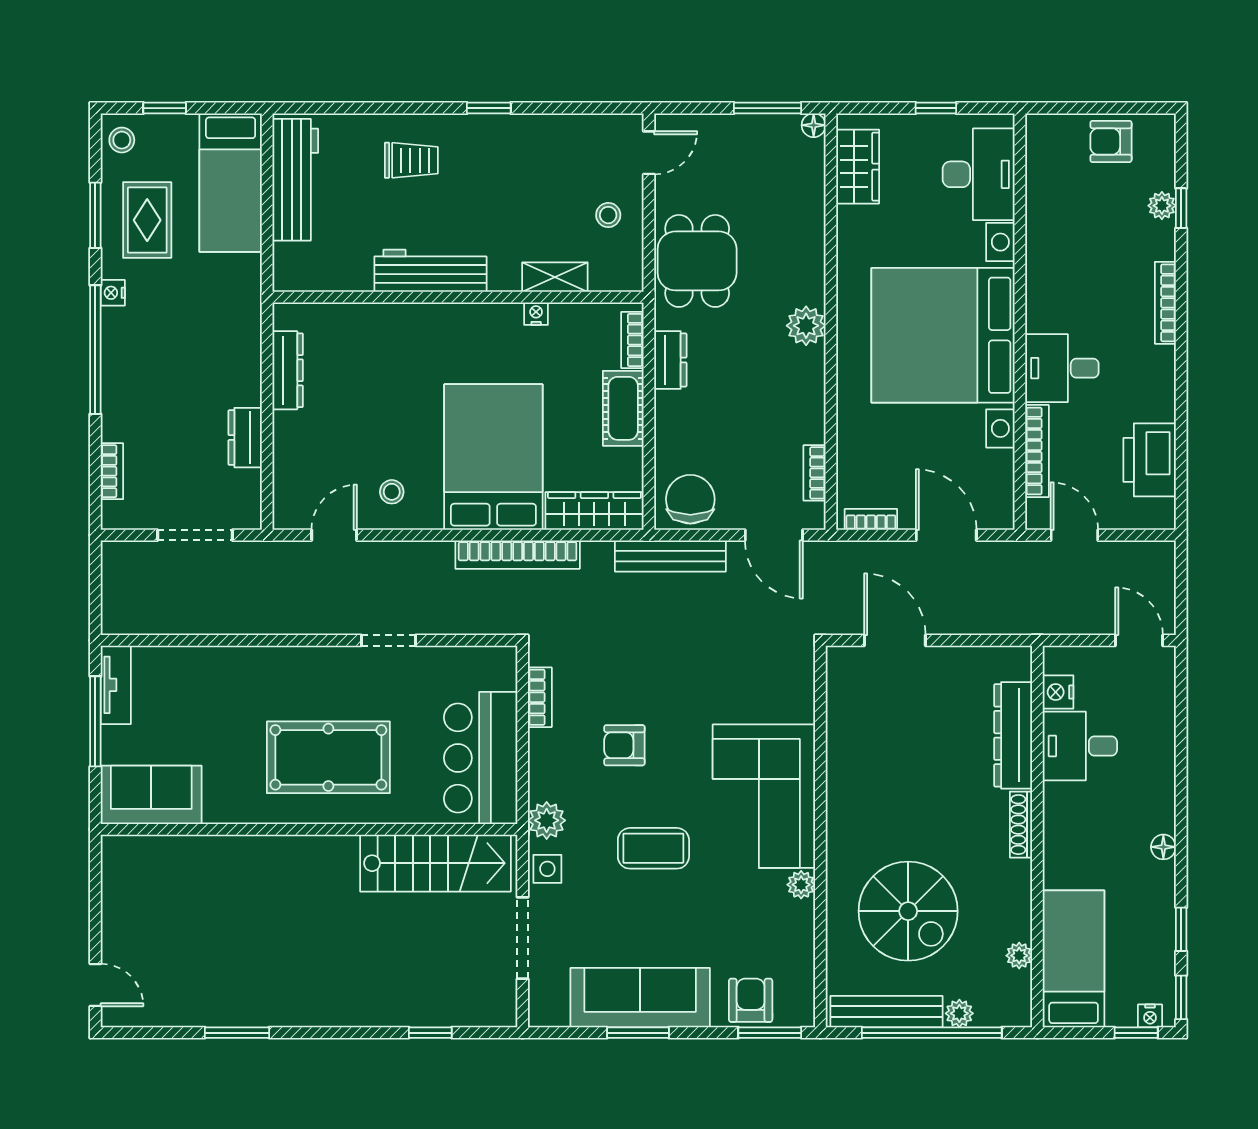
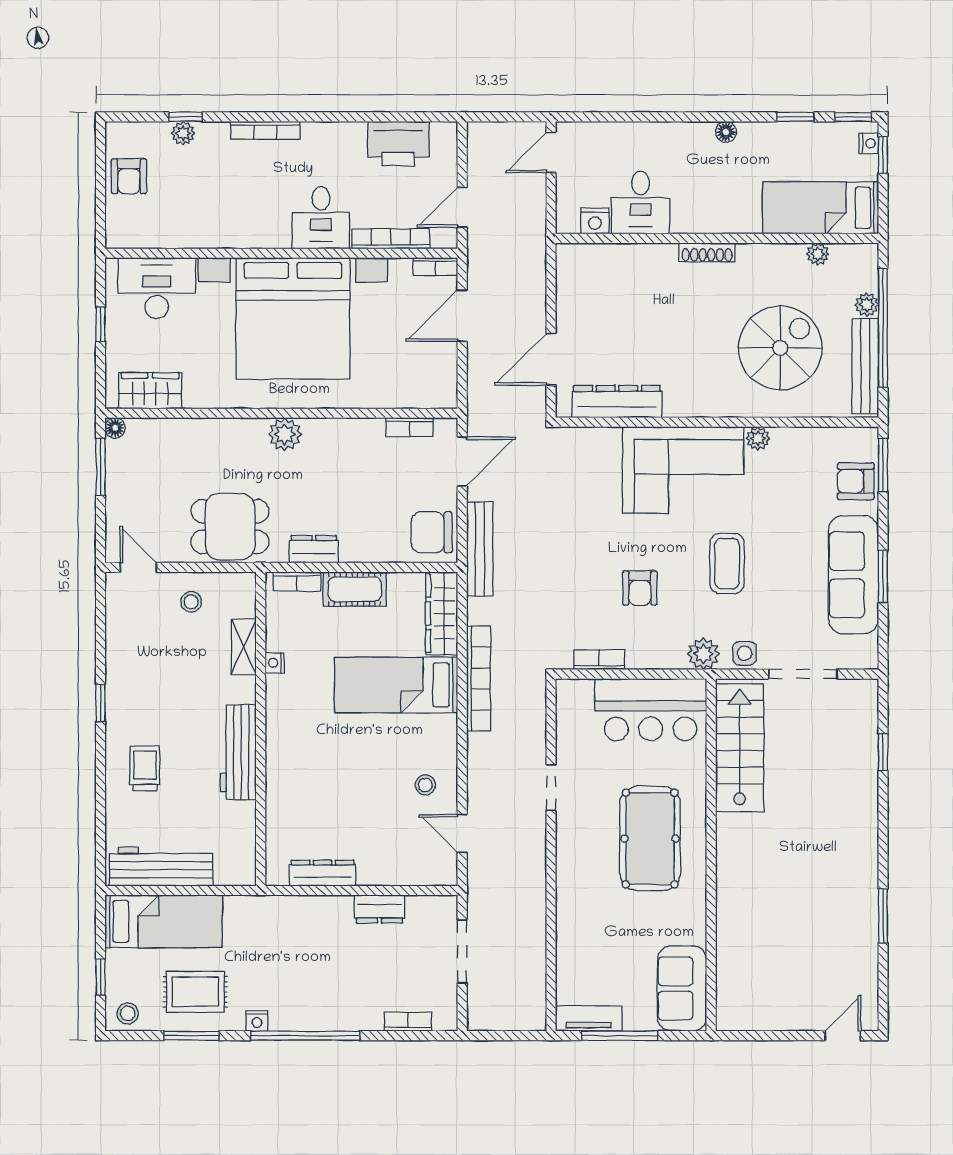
bed: (493, 457) -> (396, 685), width x0.67
bookcase: (871, 519) -> (435, 267), moved, turned -90
dresser: (1013, 735) -> (617, 402), moved, turned 180

